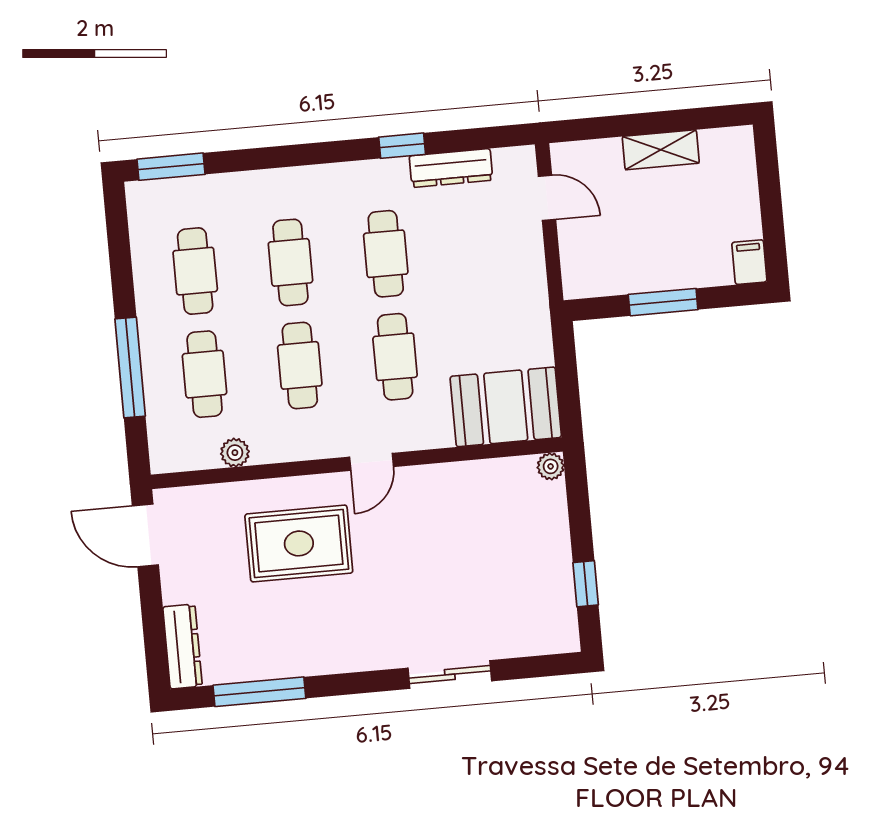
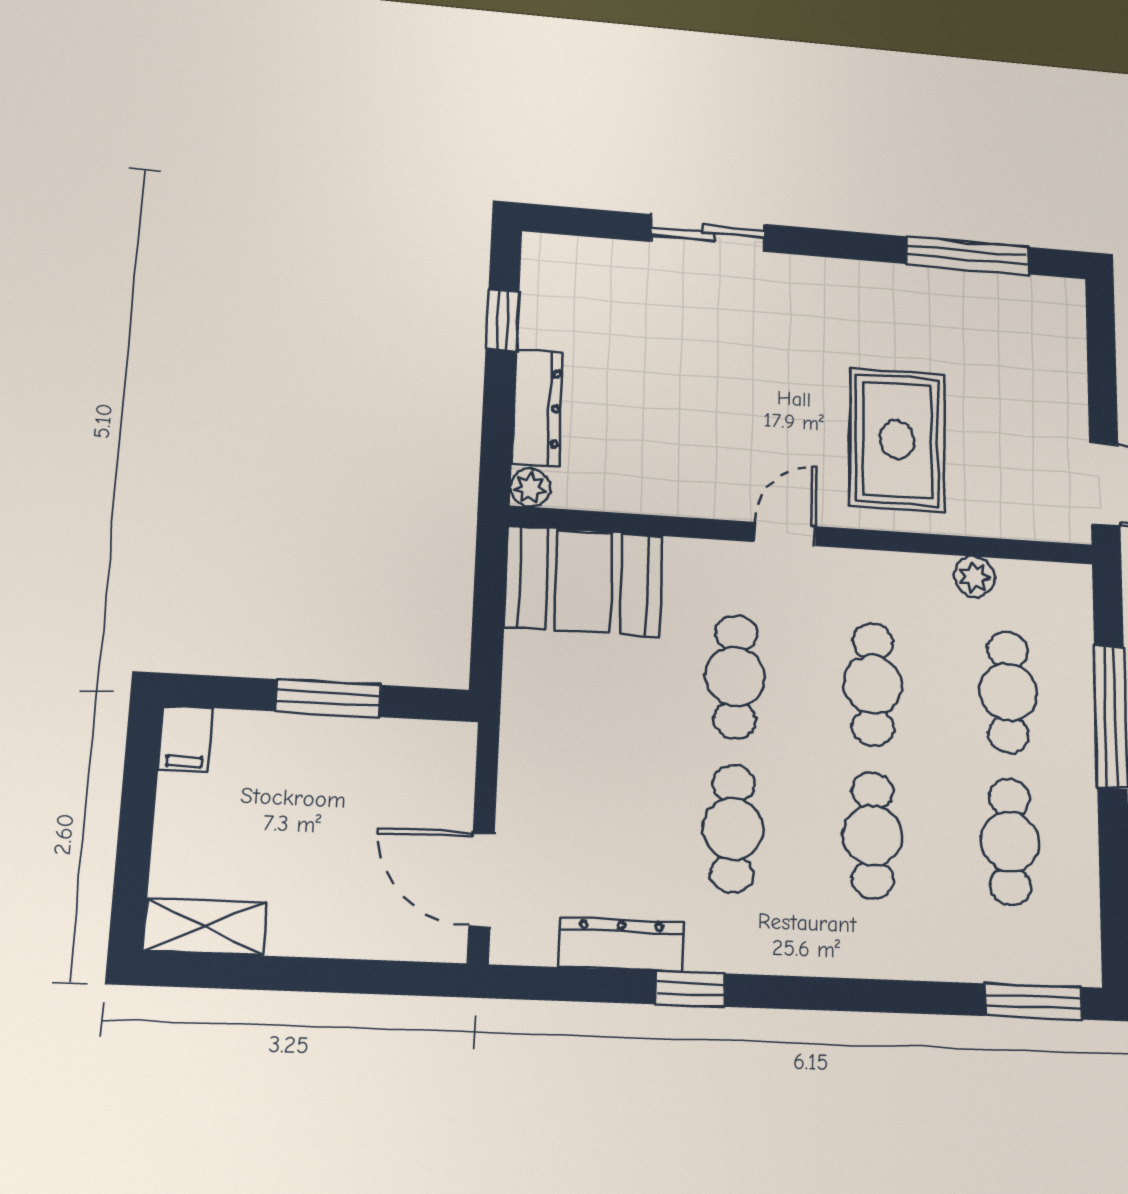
shelving: (661, 150) -> (205, 927), moved
door: (547, 198) -> (482, 879), width x1.38
rug: (299, 543) -> (897, 439), turned 90
dresser: (183, 647) -> (537, 408), moved, turned 180

